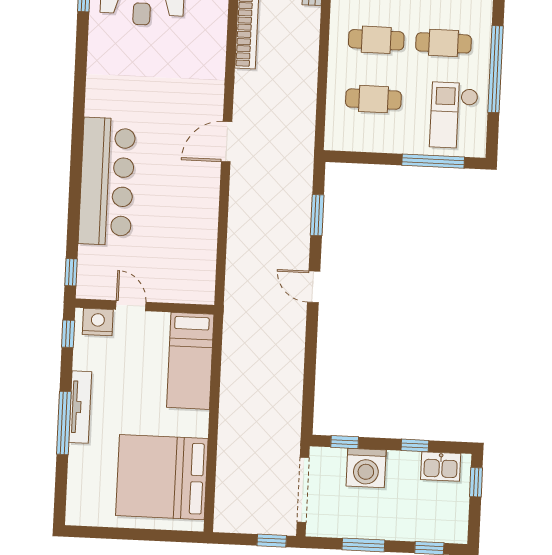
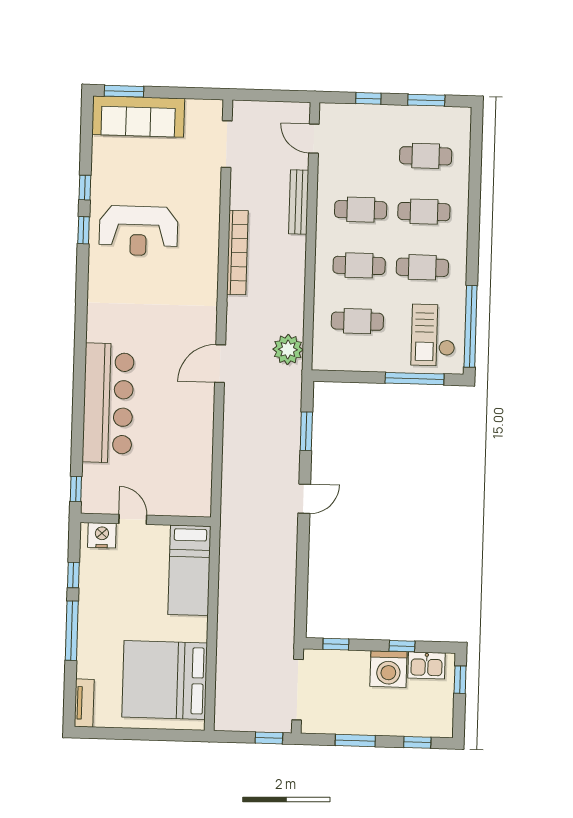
window: (496, 69) -> (471, 326), moved
plant: (299, 128) -> (288, 349), added
door: (314, 287) -> (304, 499), swing flipped
window: (68, 334) -> (73, 575), moved
tv unit: (80, 407) -> (84, 703), moved, width x0.71
washing machine: (366, 468) -> (388, 669), moved

